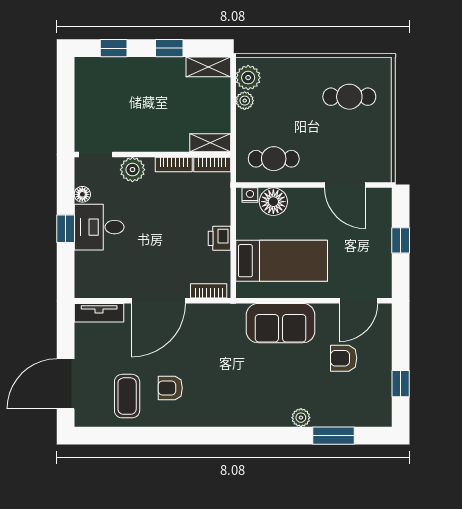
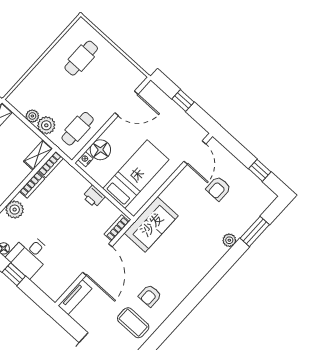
plant: (248, 78) -> (46, 125), moved
sofa: (281, 323) -> (151, 224), moved

